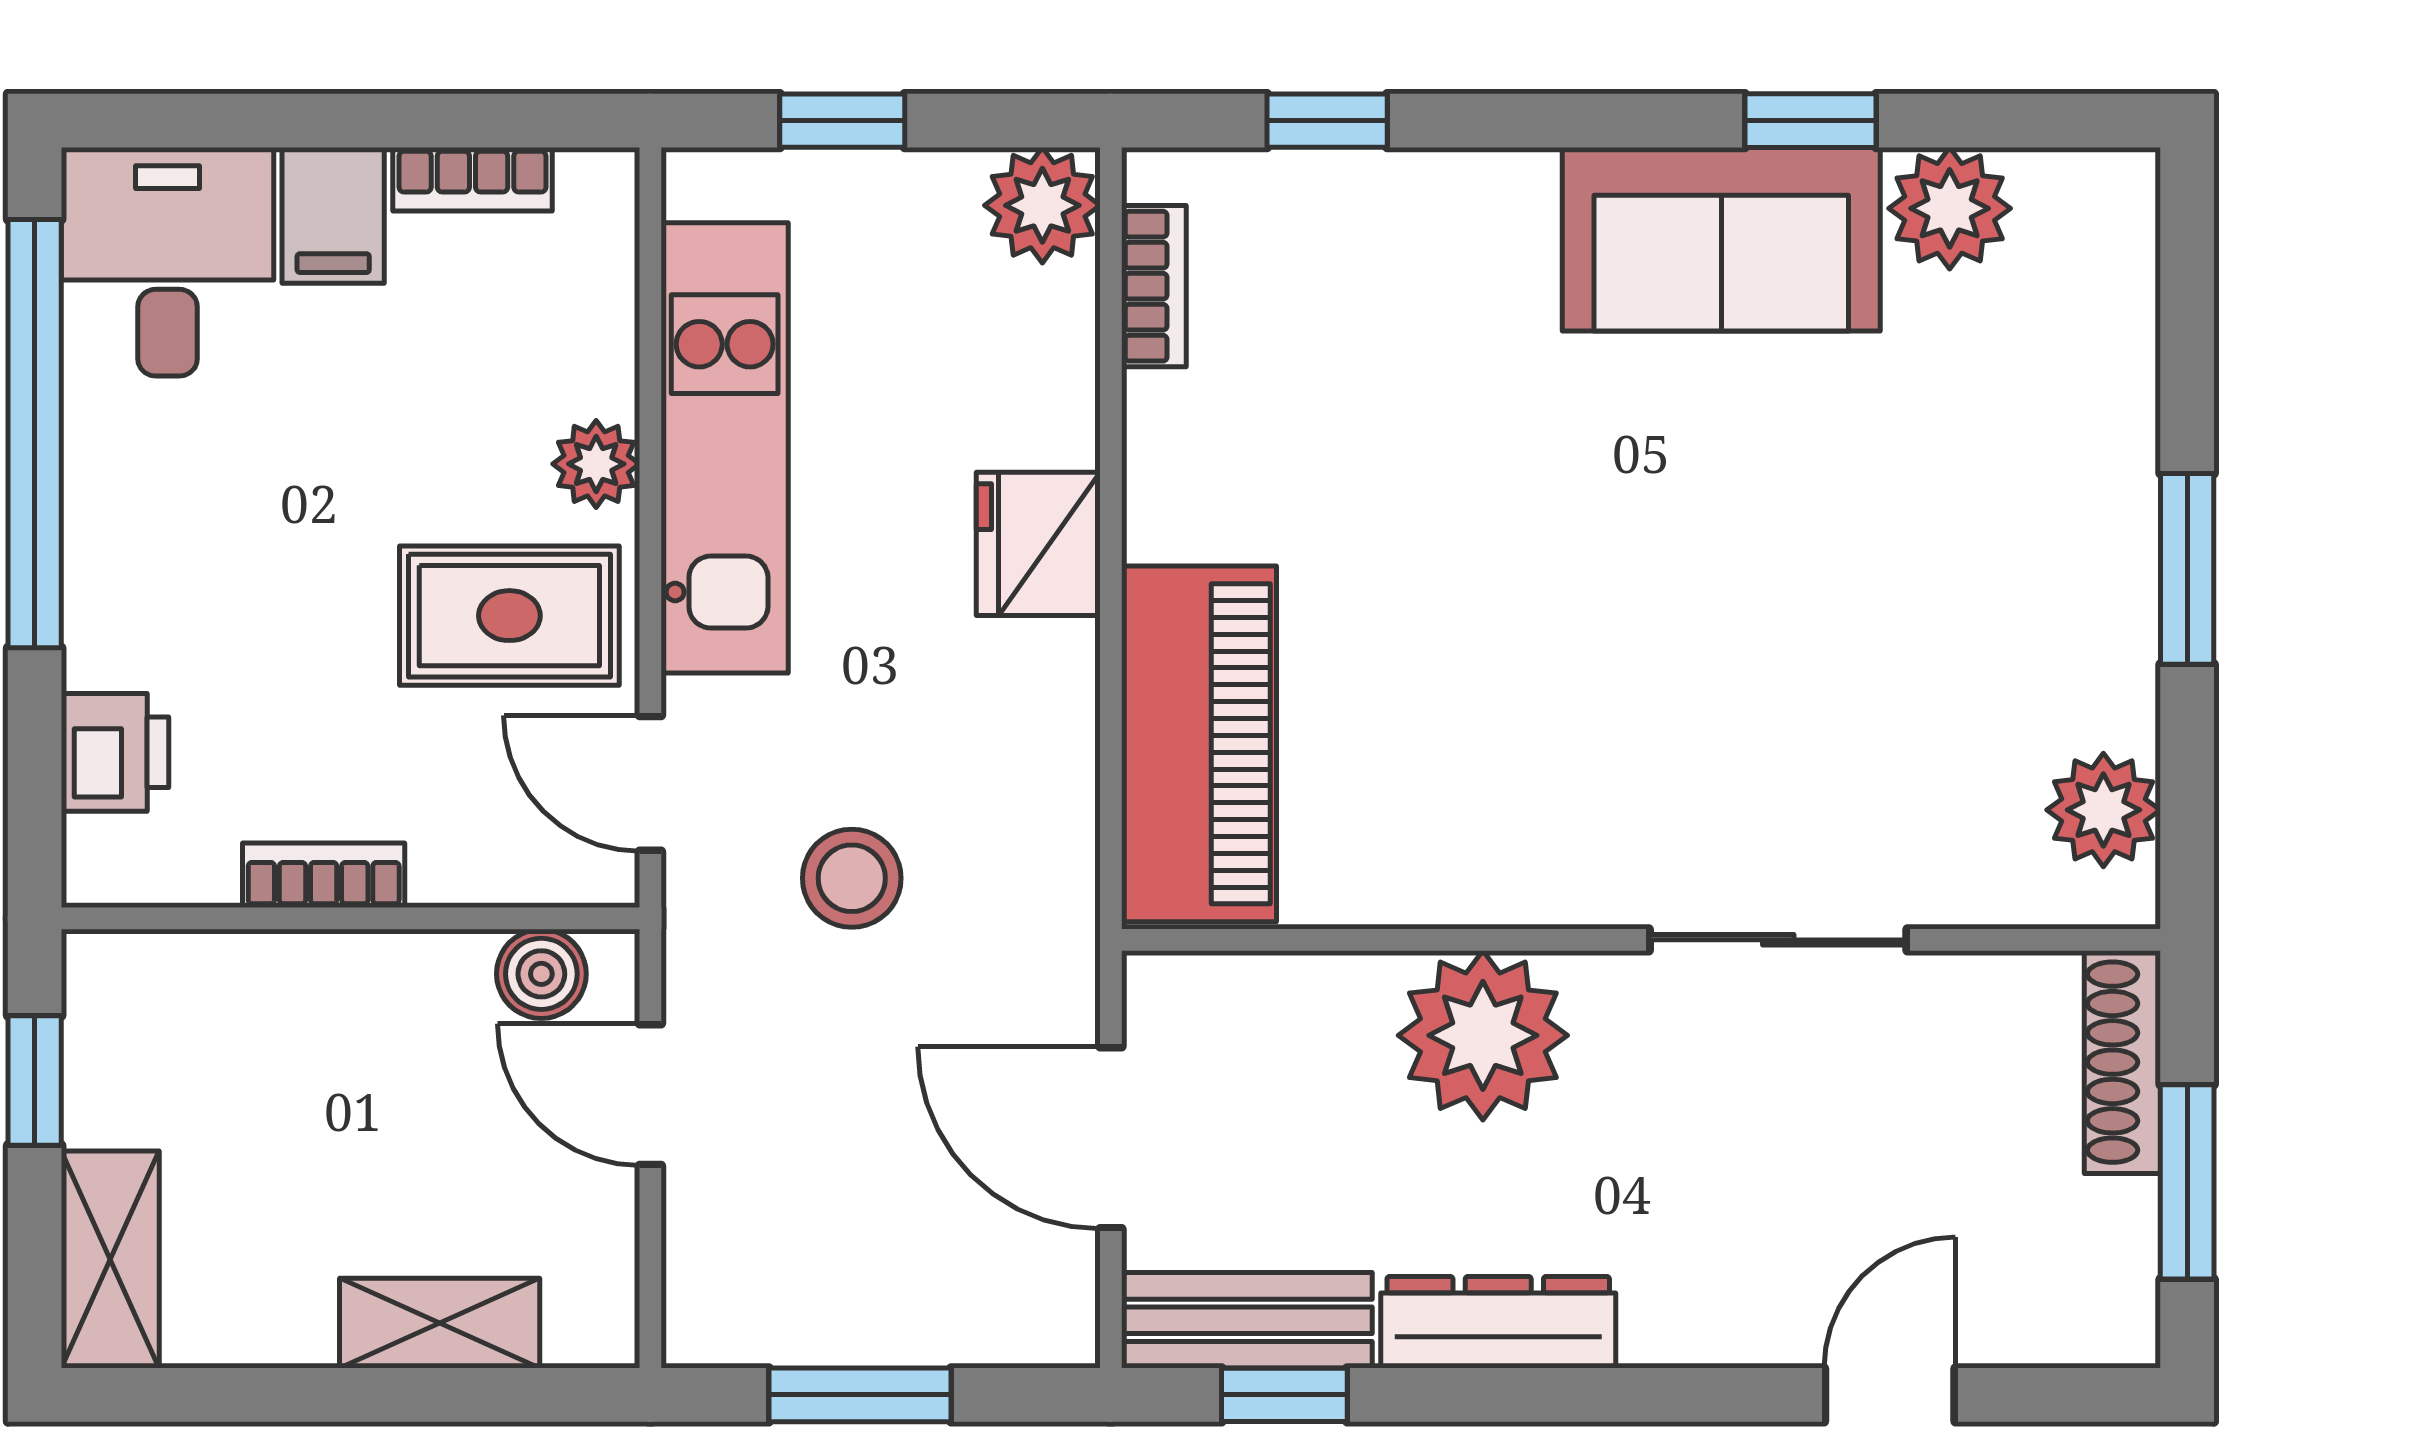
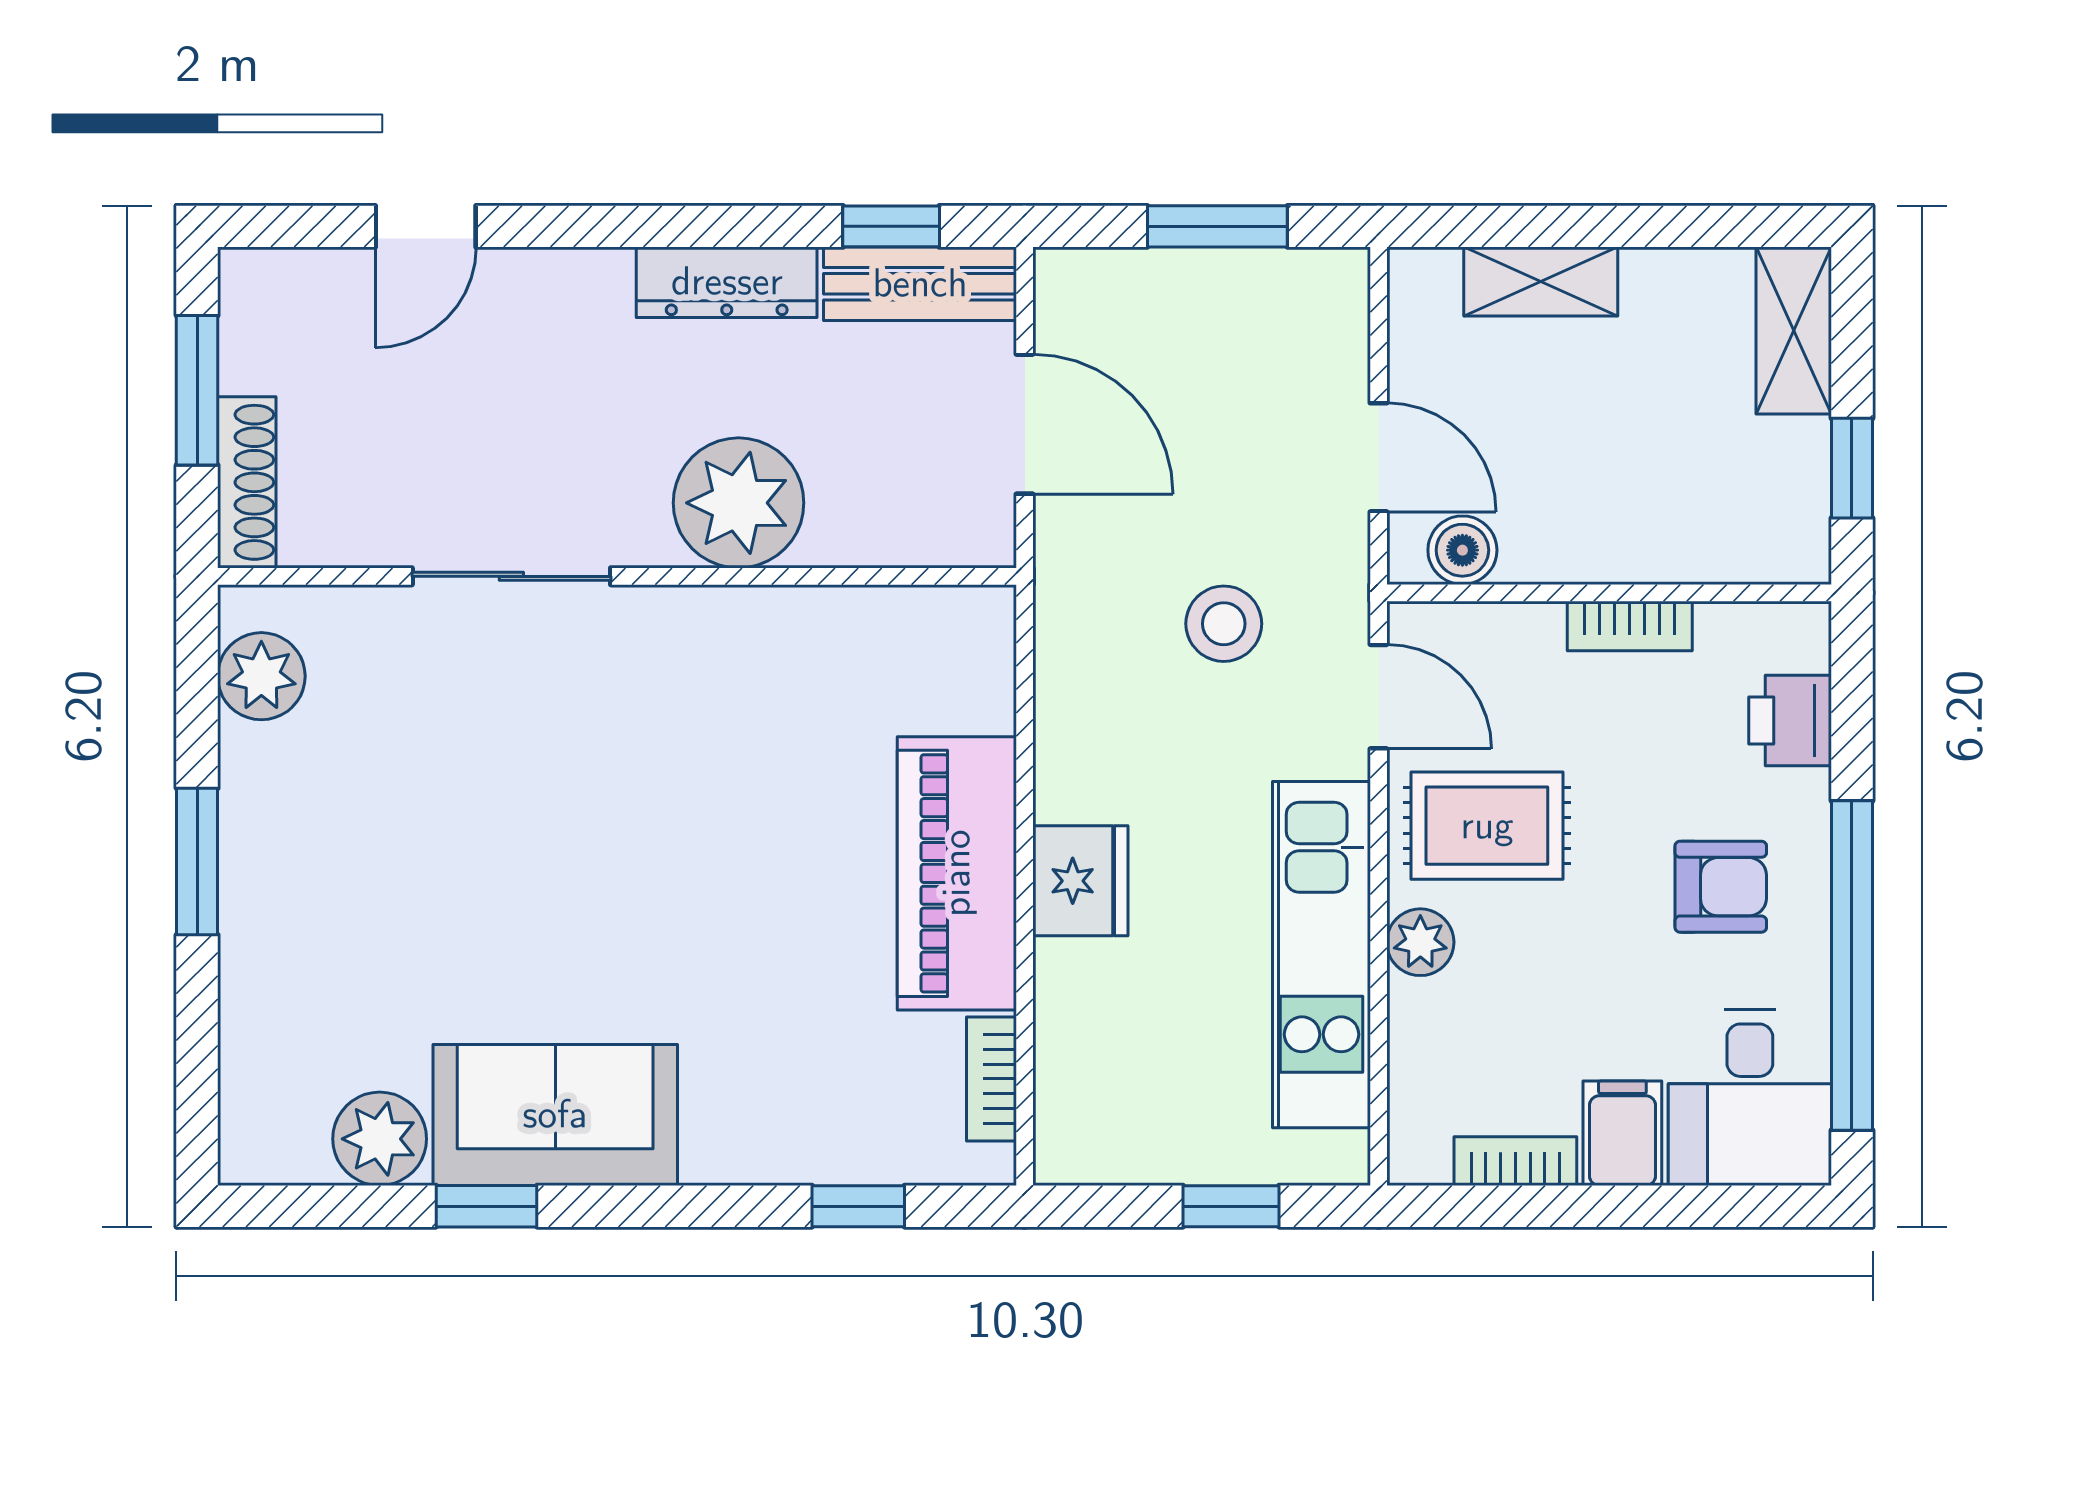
plant: (1042, 205) -> (1077, 1141), removed
armchair: (205, 536) -> (1721, 887), added
piano: (1199, 744) -> (957, 873), moved

